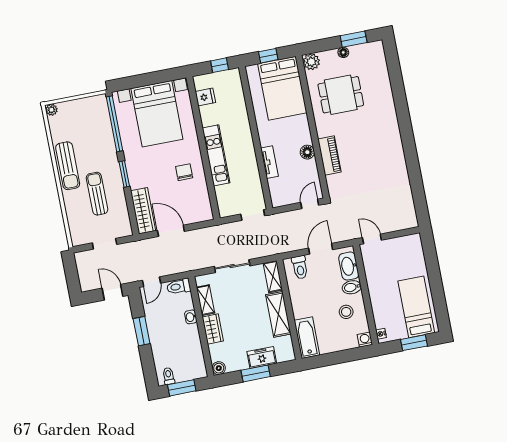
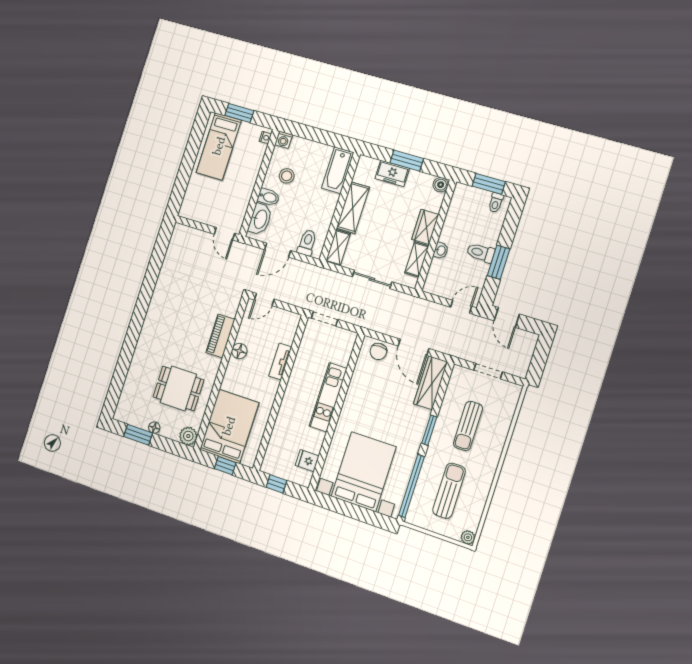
sun lounger: (68, 166) -> (449, 491), moved
chair: (184, 172) -> (378, 351), moved
toilet: (179, 286) -> (481, 253), moved, turned 180

